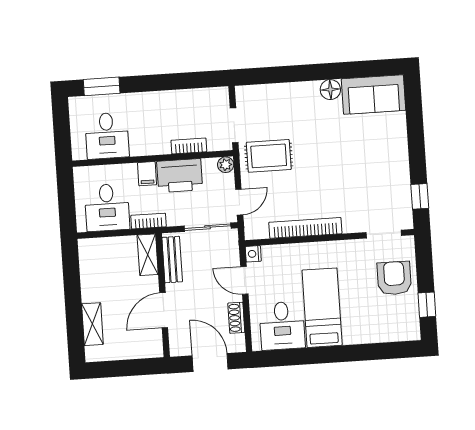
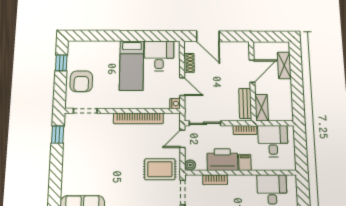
shelving: (148, 255) -> (262, 108), moved
bench: (172, 260) -> (245, 103), moved
wall: (163, 295) -> (252, 81), moved
door: (164, 310) -> (252, 71), moved

